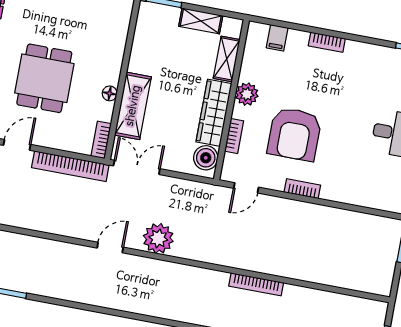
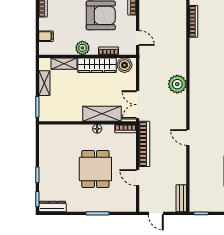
dining table: (44, 78) -> (95, 169), turned 90
door: (110, 248) -> (188, 137), moved

